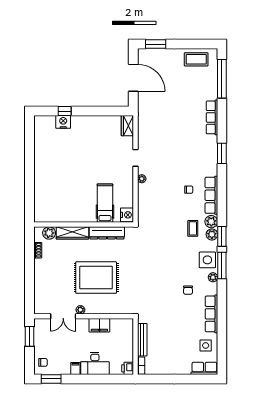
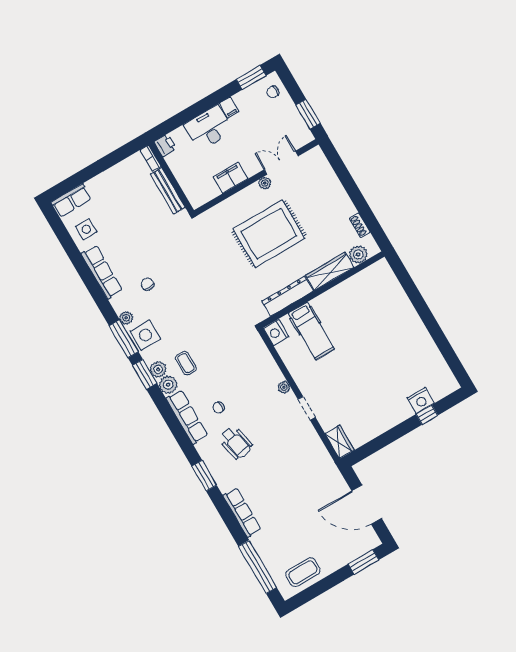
wheelchair: (191, 162) -> (236, 443), added

